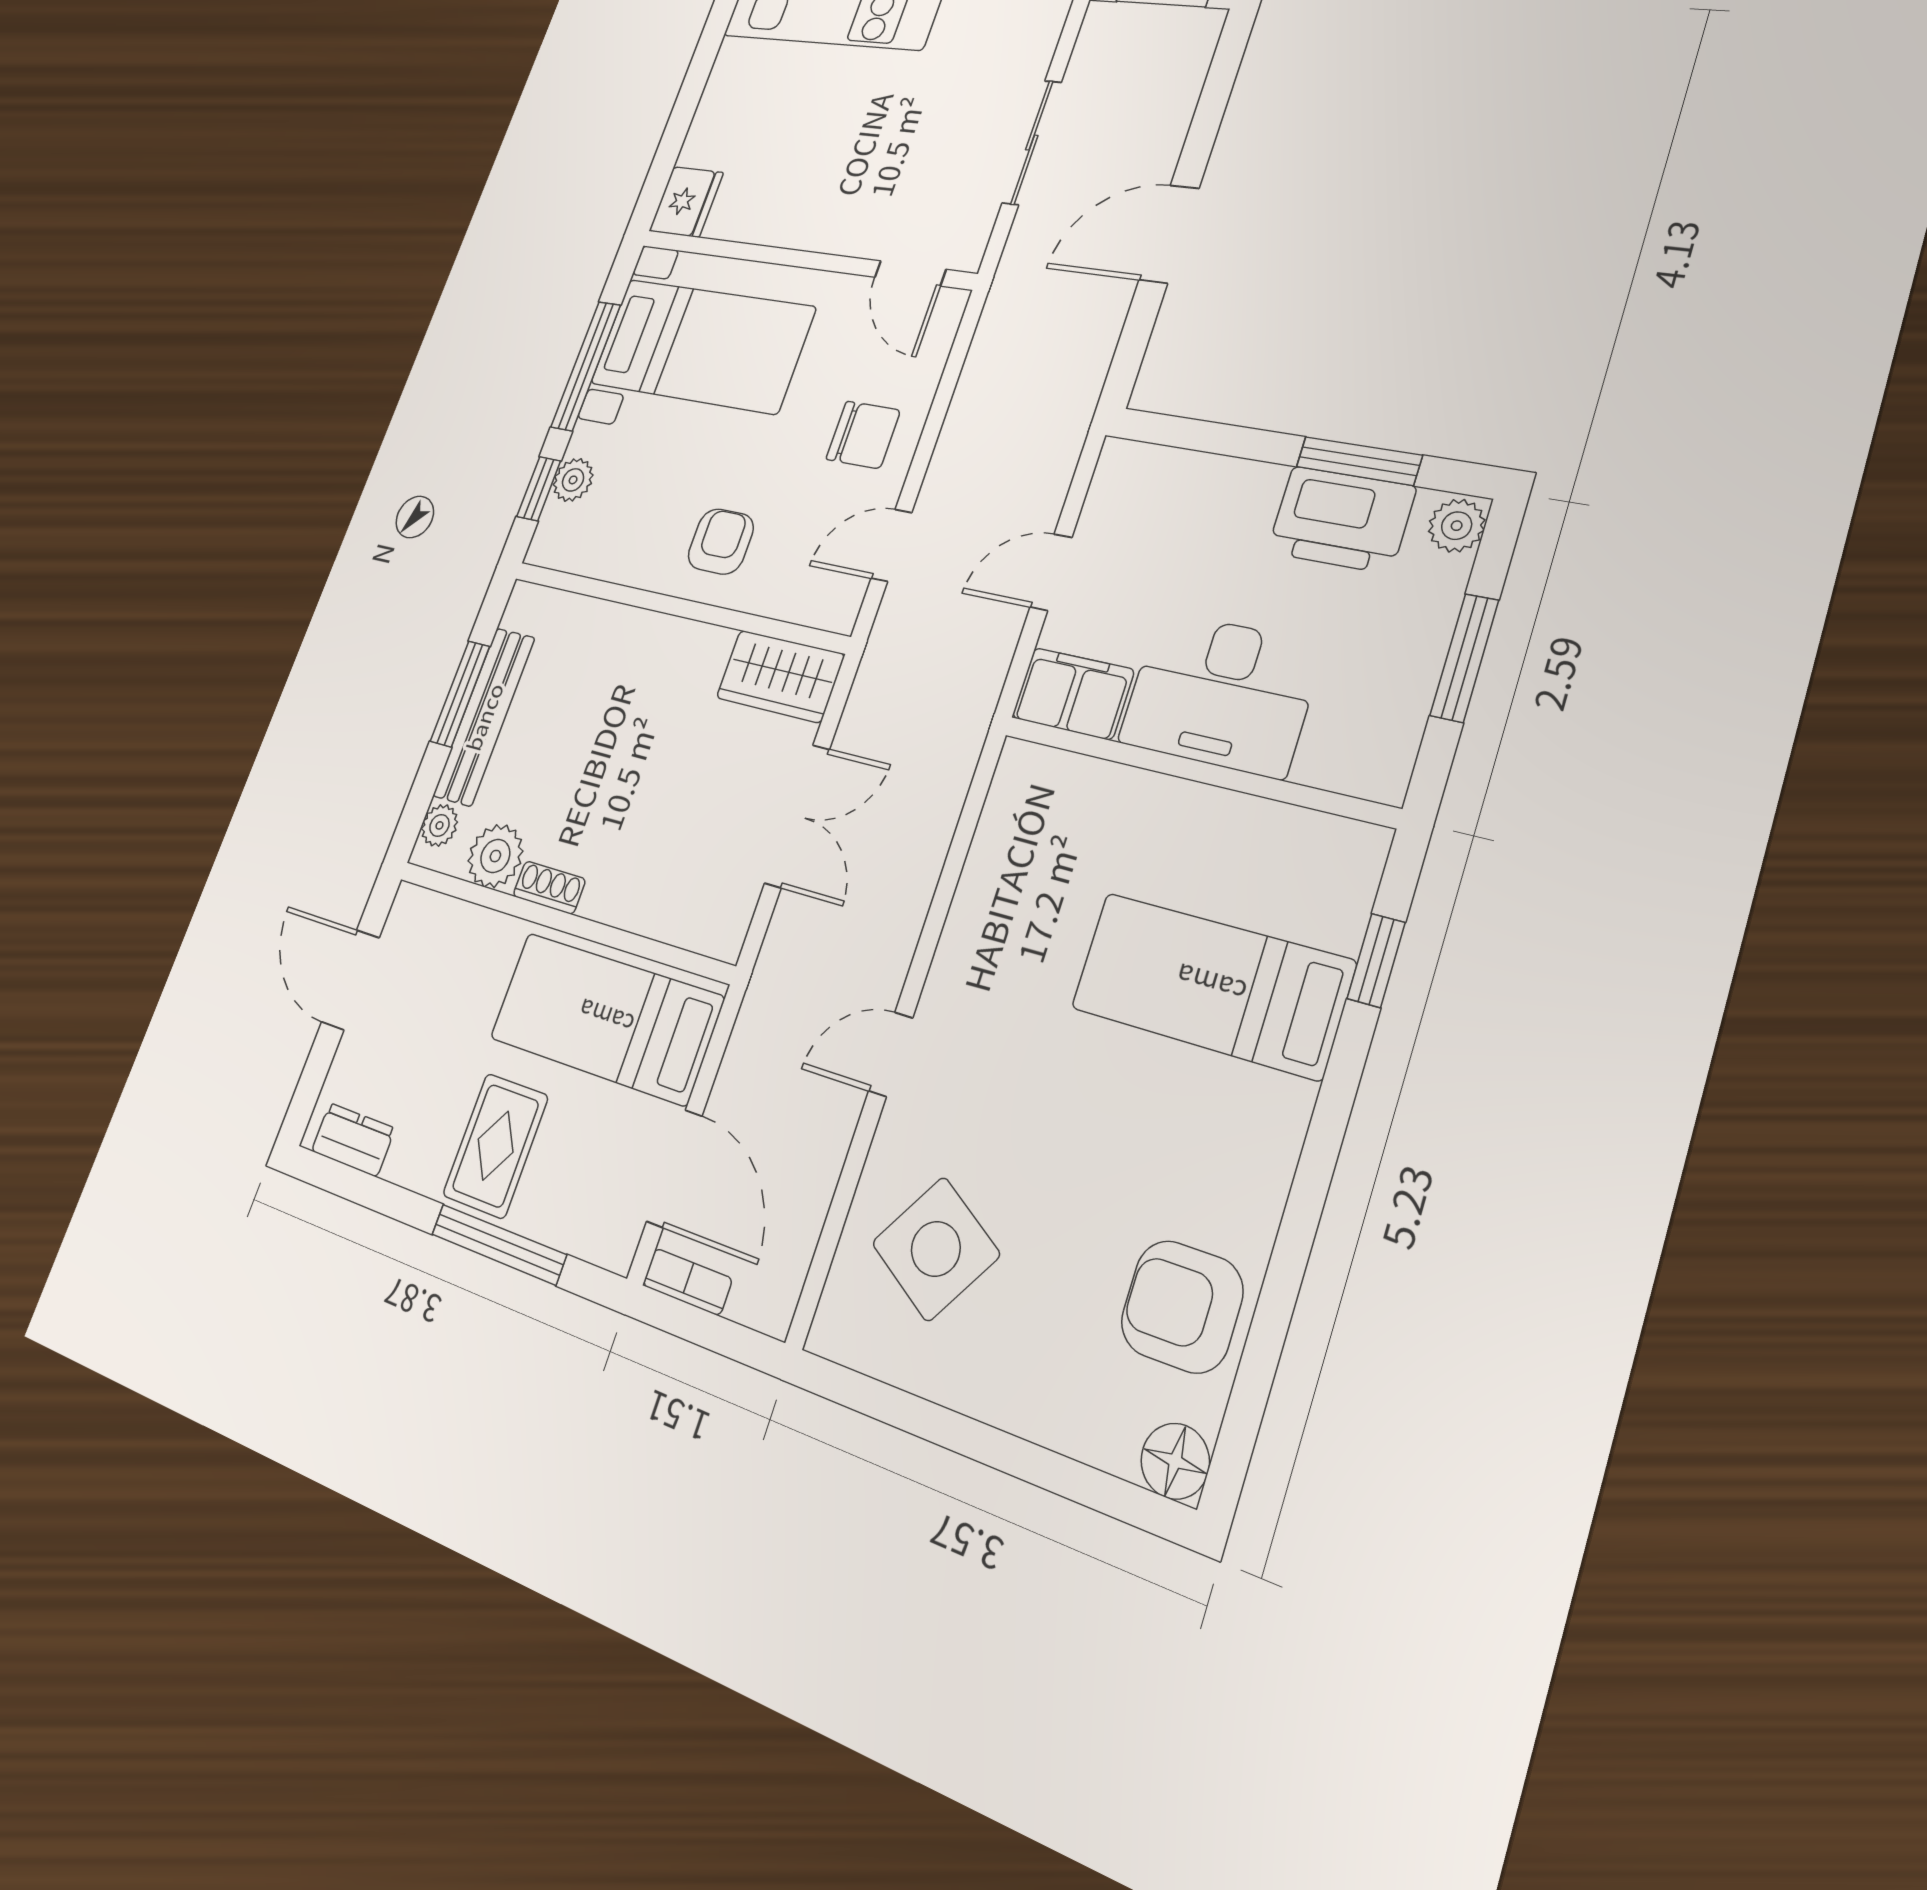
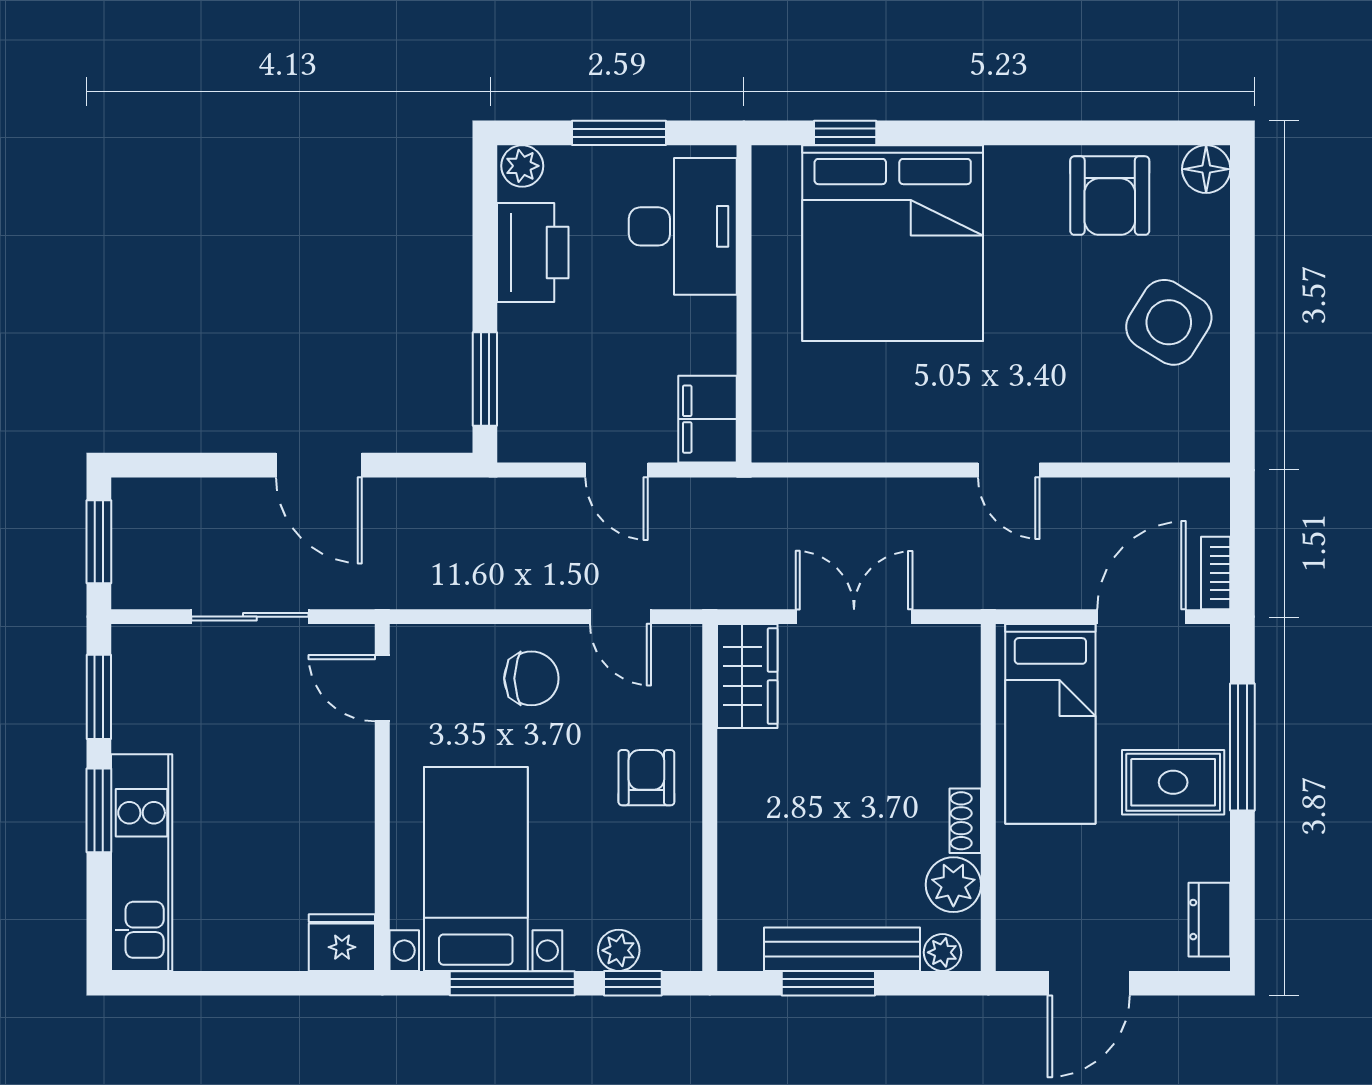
door: (910, 273) -> (382, 688), swing flipped
chair: (863, 435) -> (531, 678), turned 90
window: (1359, 461) -> (485, 379), moved
armchair: (721, 542) -> (646, 778), turned 90
desk: (1221, 694) -> (683, 226), moved
bed: (1211, 985) -> (893, 243), width x2.04
side table: (936, 1249) -> (1169, 322), moved

